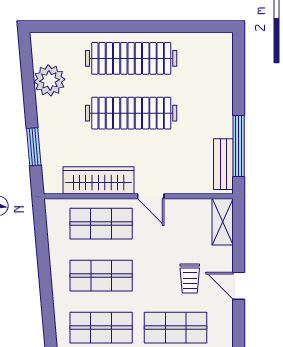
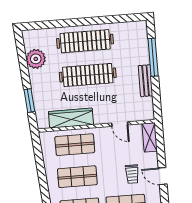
window: (239, 146) -> (153, 57), moved
bench: (223, 164) -> (146, 81), moved
door: (151, 196) -> (120, 124), moved

